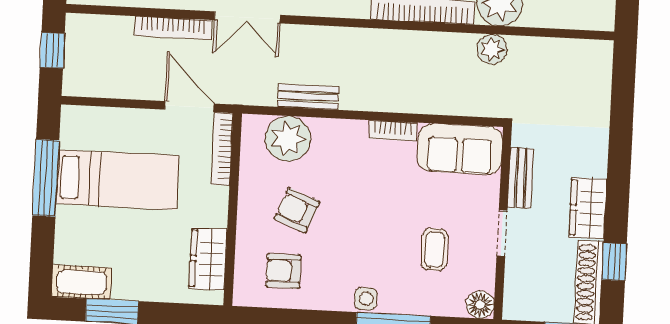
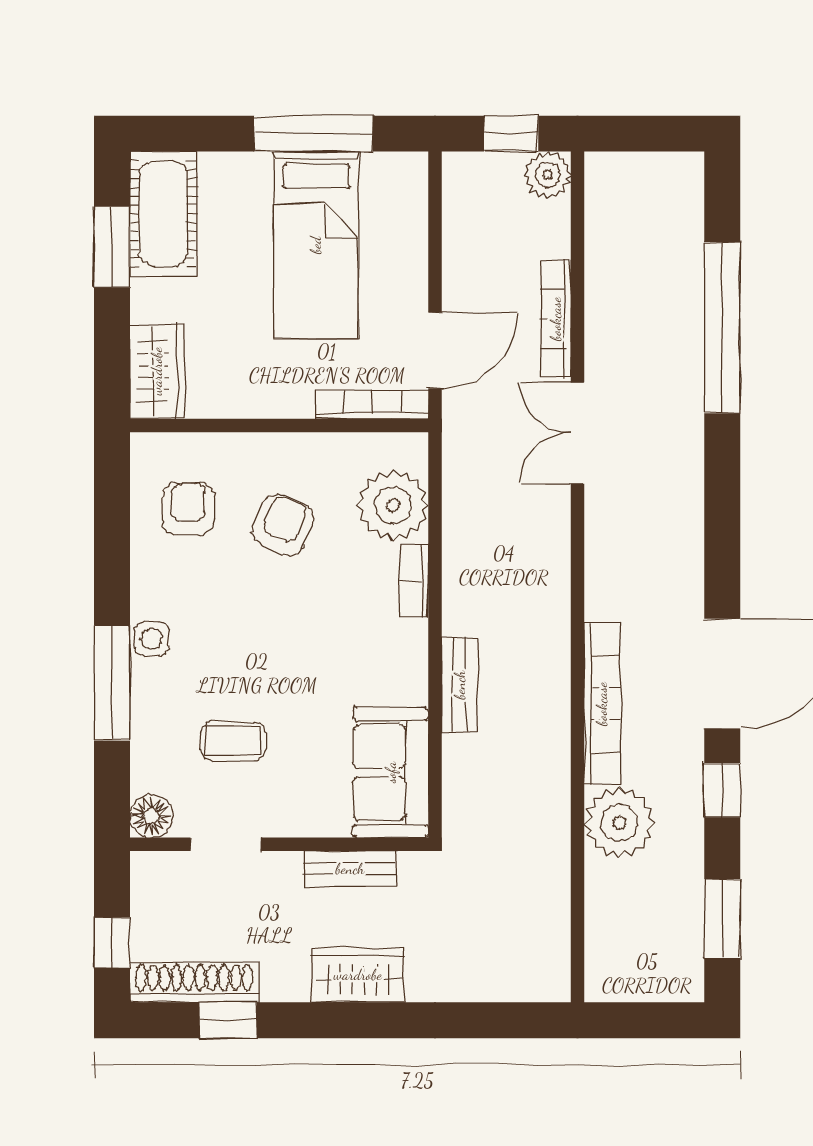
plant: (492, 49) -> (548, 175), moved
bench: (308, 97) -> (460, 685), moved
bookcase: (393, 131) -> (414, 581), moved
wardrobe: (588, 208) -> (358, 975), moved
doorway: (502, 233) -> (226, 844), moved
wardrobe: (208, 259) -> (157, 371), moved, turned 90
cot: (81, 282) -> (163, 214), width x1.37, depth x1.34

